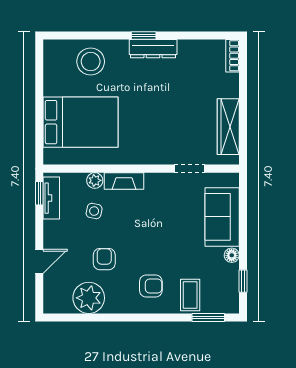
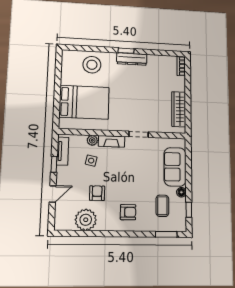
doorway: (190, 169) -> (139, 134), moved
window: (39, 193) -> (54, 164), moved
coffee table: (190, 295) -> (162, 206), moved

